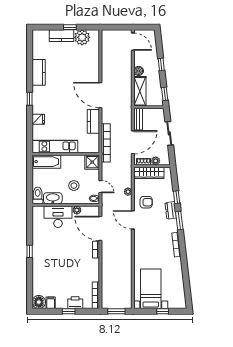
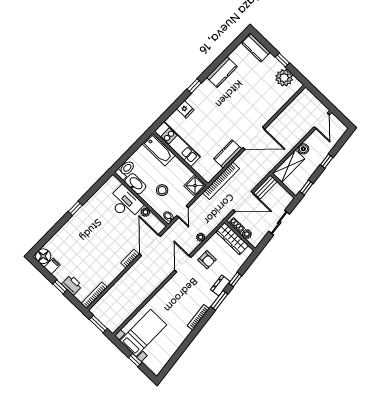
kitchen counter: (61, 36) -> (256, 48), moved
door: (100, 95) -> (254, 138), swing flipped

